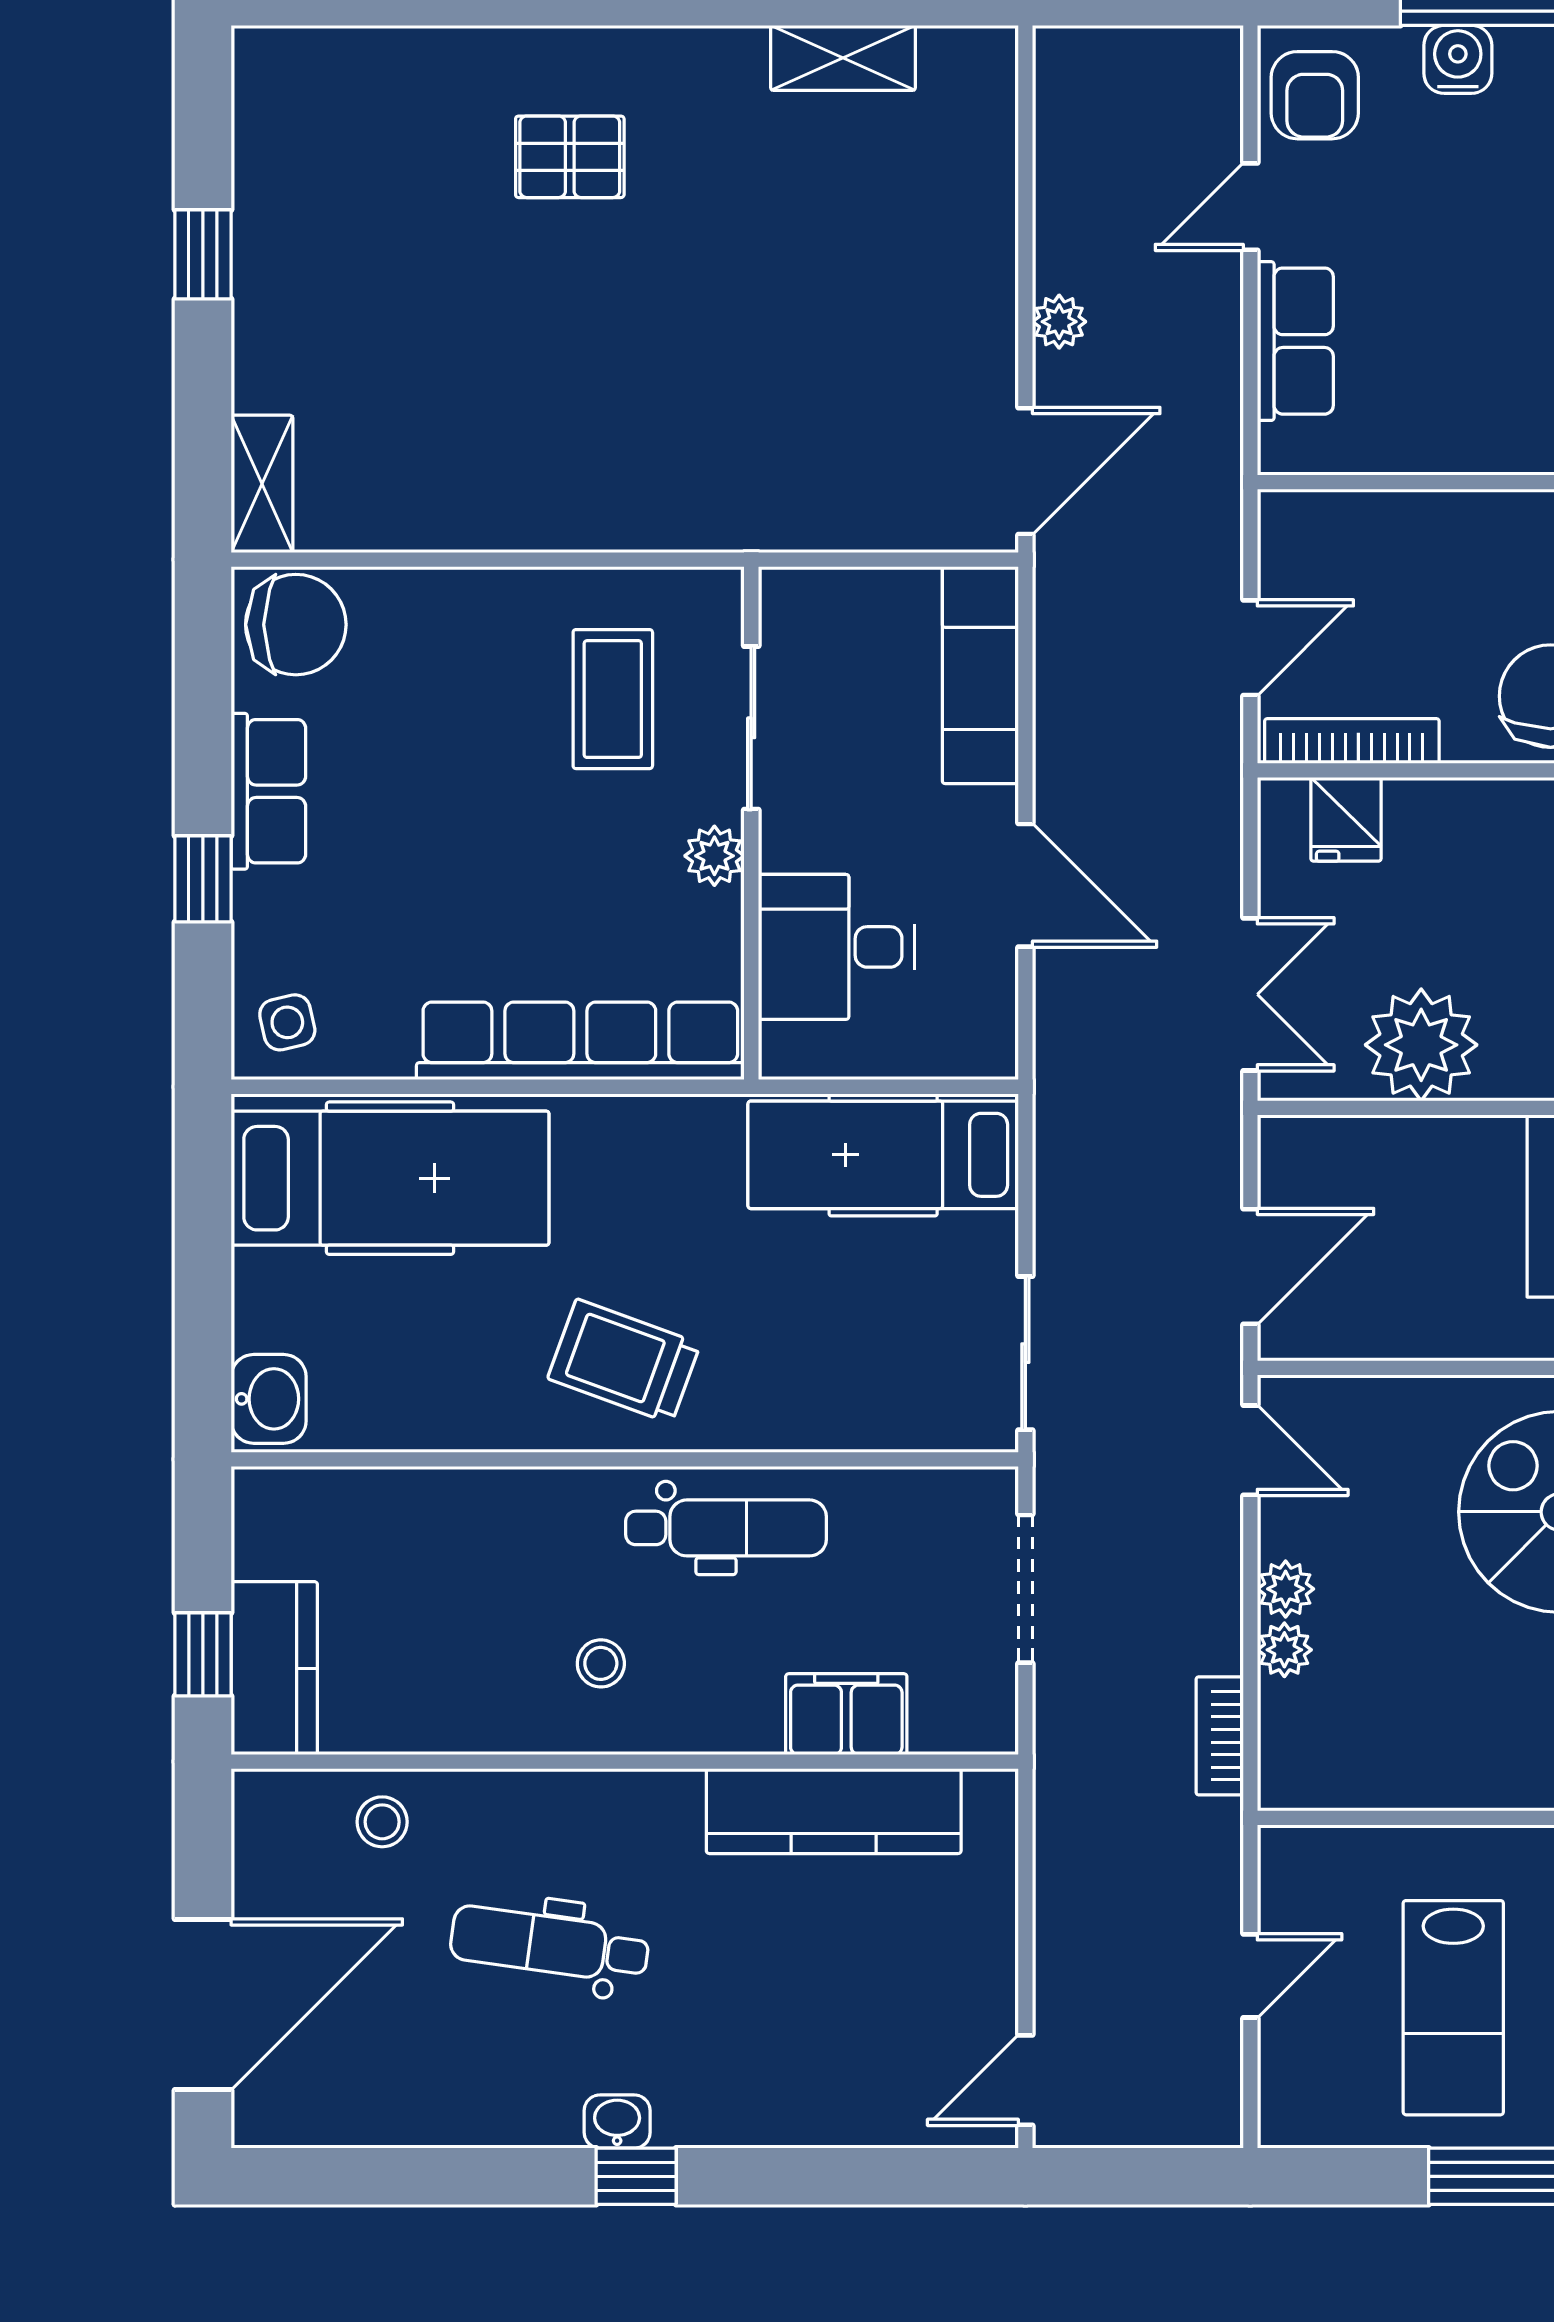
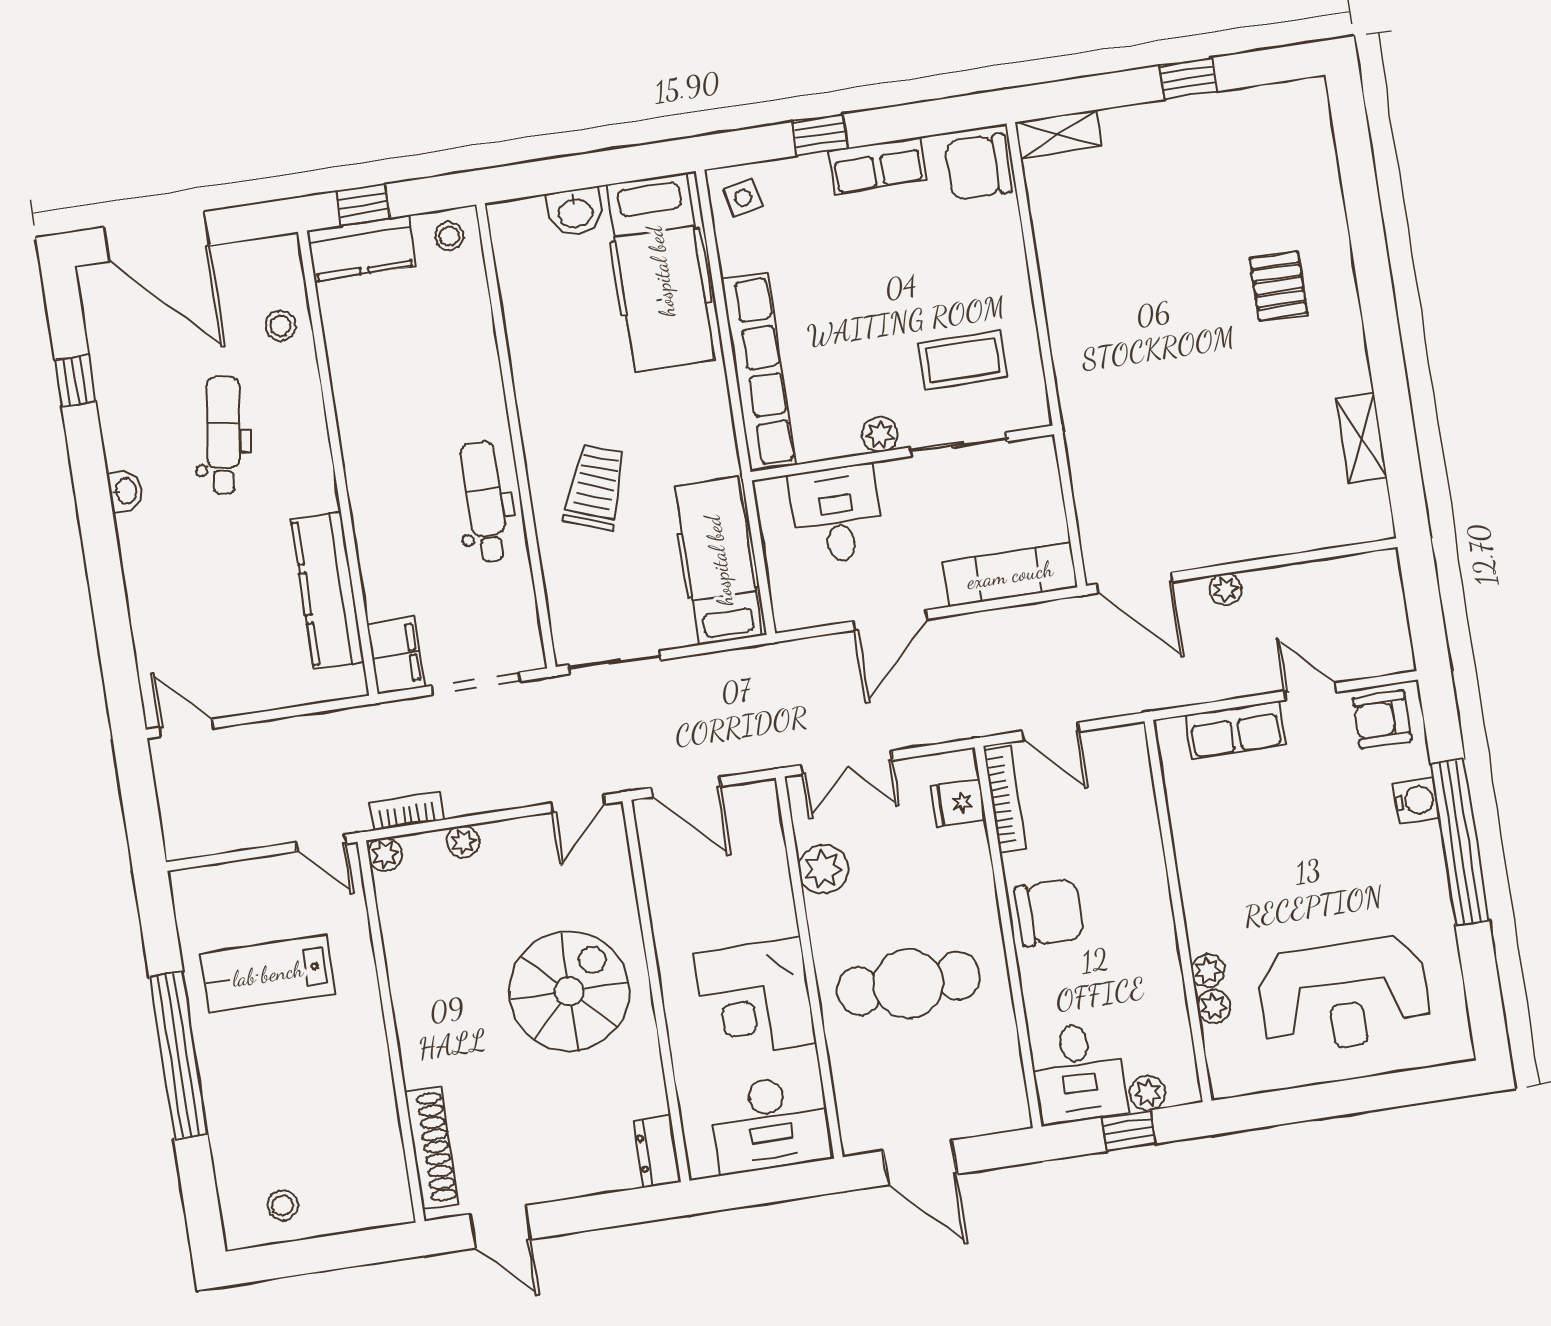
chair: (296, 625) -> (978, 167), turned 90
plant: (1421, 1045) -> (823, 869), width x0.73, depth x0.73
trolley: (624, 1361) -> (596, 487), moved
washbasin: (269, 1399) -> (575, 212), moved
dental chair: (726, 1528) -> (485, 502), turned 180
plant: (1286, 1589) -> (385, 854), moved
stool: (601, 1663) -> (449, 236), moved
filing cabinet: (846, 1714) -> (396, 655), moved
door: (1250, 1976) -> (321, 843), moved
window: (636, 2176) -> (75, 381), moved

